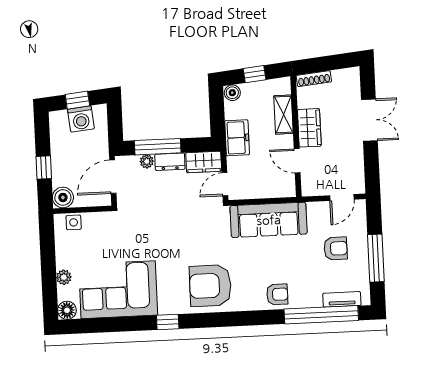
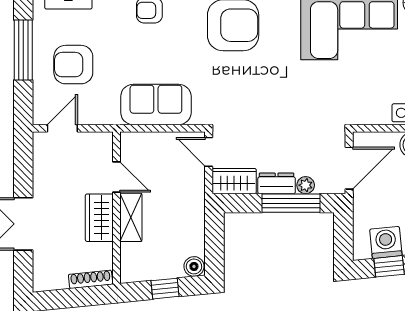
shelving: (283, 115) -> (131, 217), moved
freezer: (237, 138) -> (191, 210), removed
door: (225, 184) -> (209, 152), swing flipped
sofa: (269, 220) -> (156, 104), width x0.73
armchair: (336, 248) -> (73, 65), width x1.38, depth x1.38

